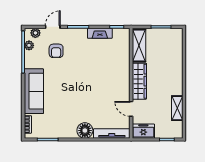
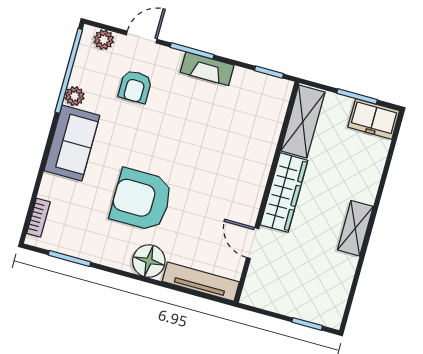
fireplace: (100, 33) -> (207, 69), moved
plant: (29, 45) -> (75, 96), moved
sofa: (34, 91) -> (72, 143), width x0.73
armchair: (74, 103) -> (141, 200), added
shelving: (177, 108) -> (355, 228), moved
freezer: (143, 131) -> (374, 119), moved, turned 180

